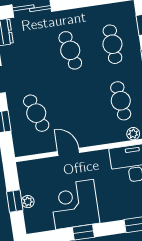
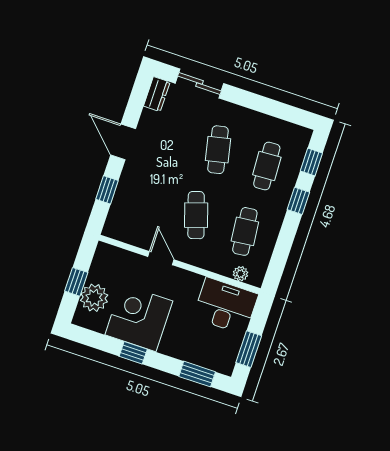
cafe table: (36, 113) -> (196, 215), moved
plant: (28, 202) -> (94, 298), width x1.88, depth x1.88

